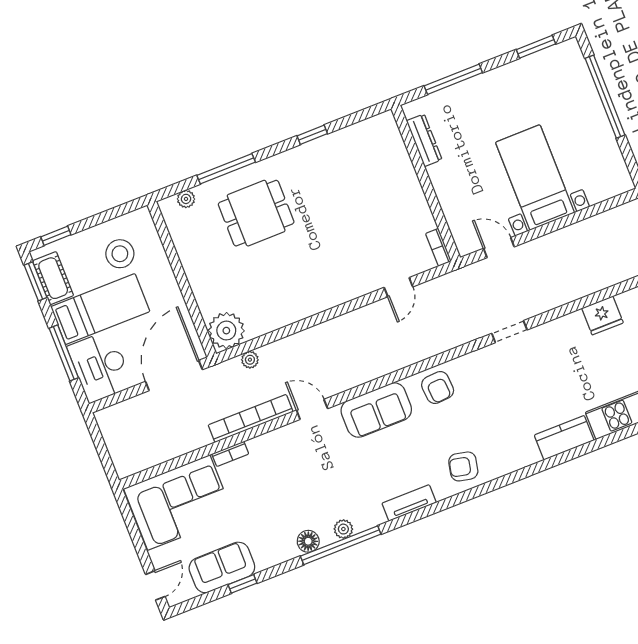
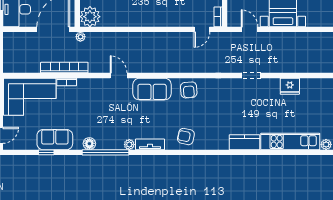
door: (398, 287) -> (202, 29), moved
doorway: (509, 332) -> (251, 75), moved
plant: (250, 360) -> (80, 37), moved
bookcase: (251, 418) -> (64, 68), moved
plant: (343, 529) -> (129, 145), moved
sofa: (222, 567) -> (55, 140), moved

